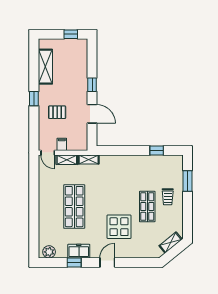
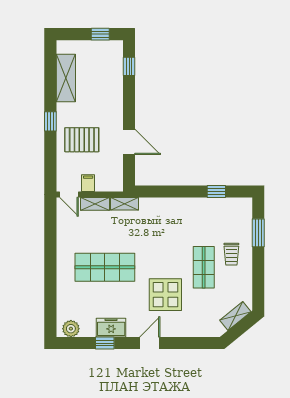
window: (92, 85) -> (129, 66), moved
pallet: (57, 112) -> (82, 140), width x1.50, depth x1.42
shop shelf: (74, 207) -> (105, 267), turned 90

